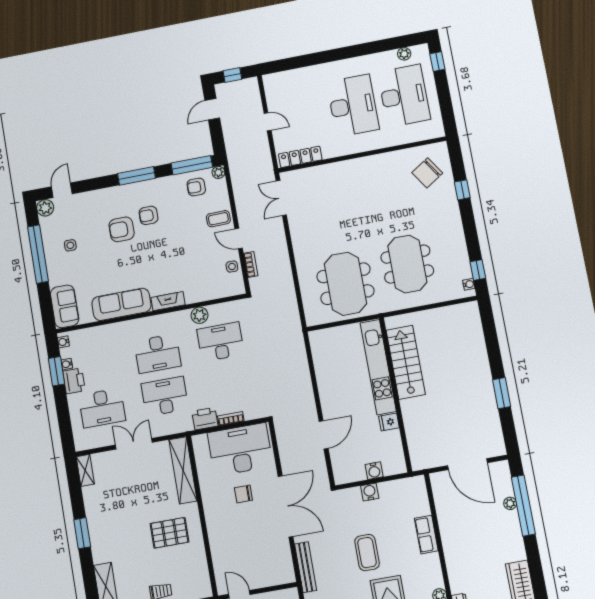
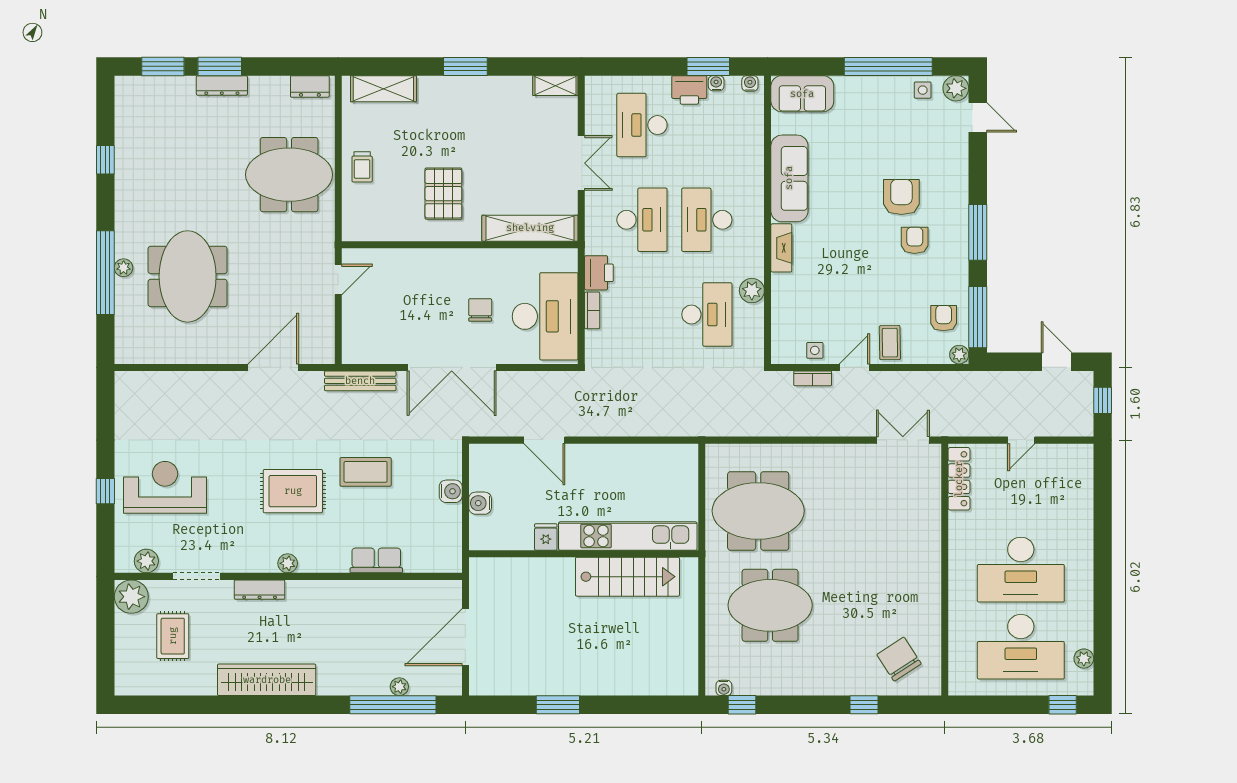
side table: (70, 245) -> (923, 90), moved

